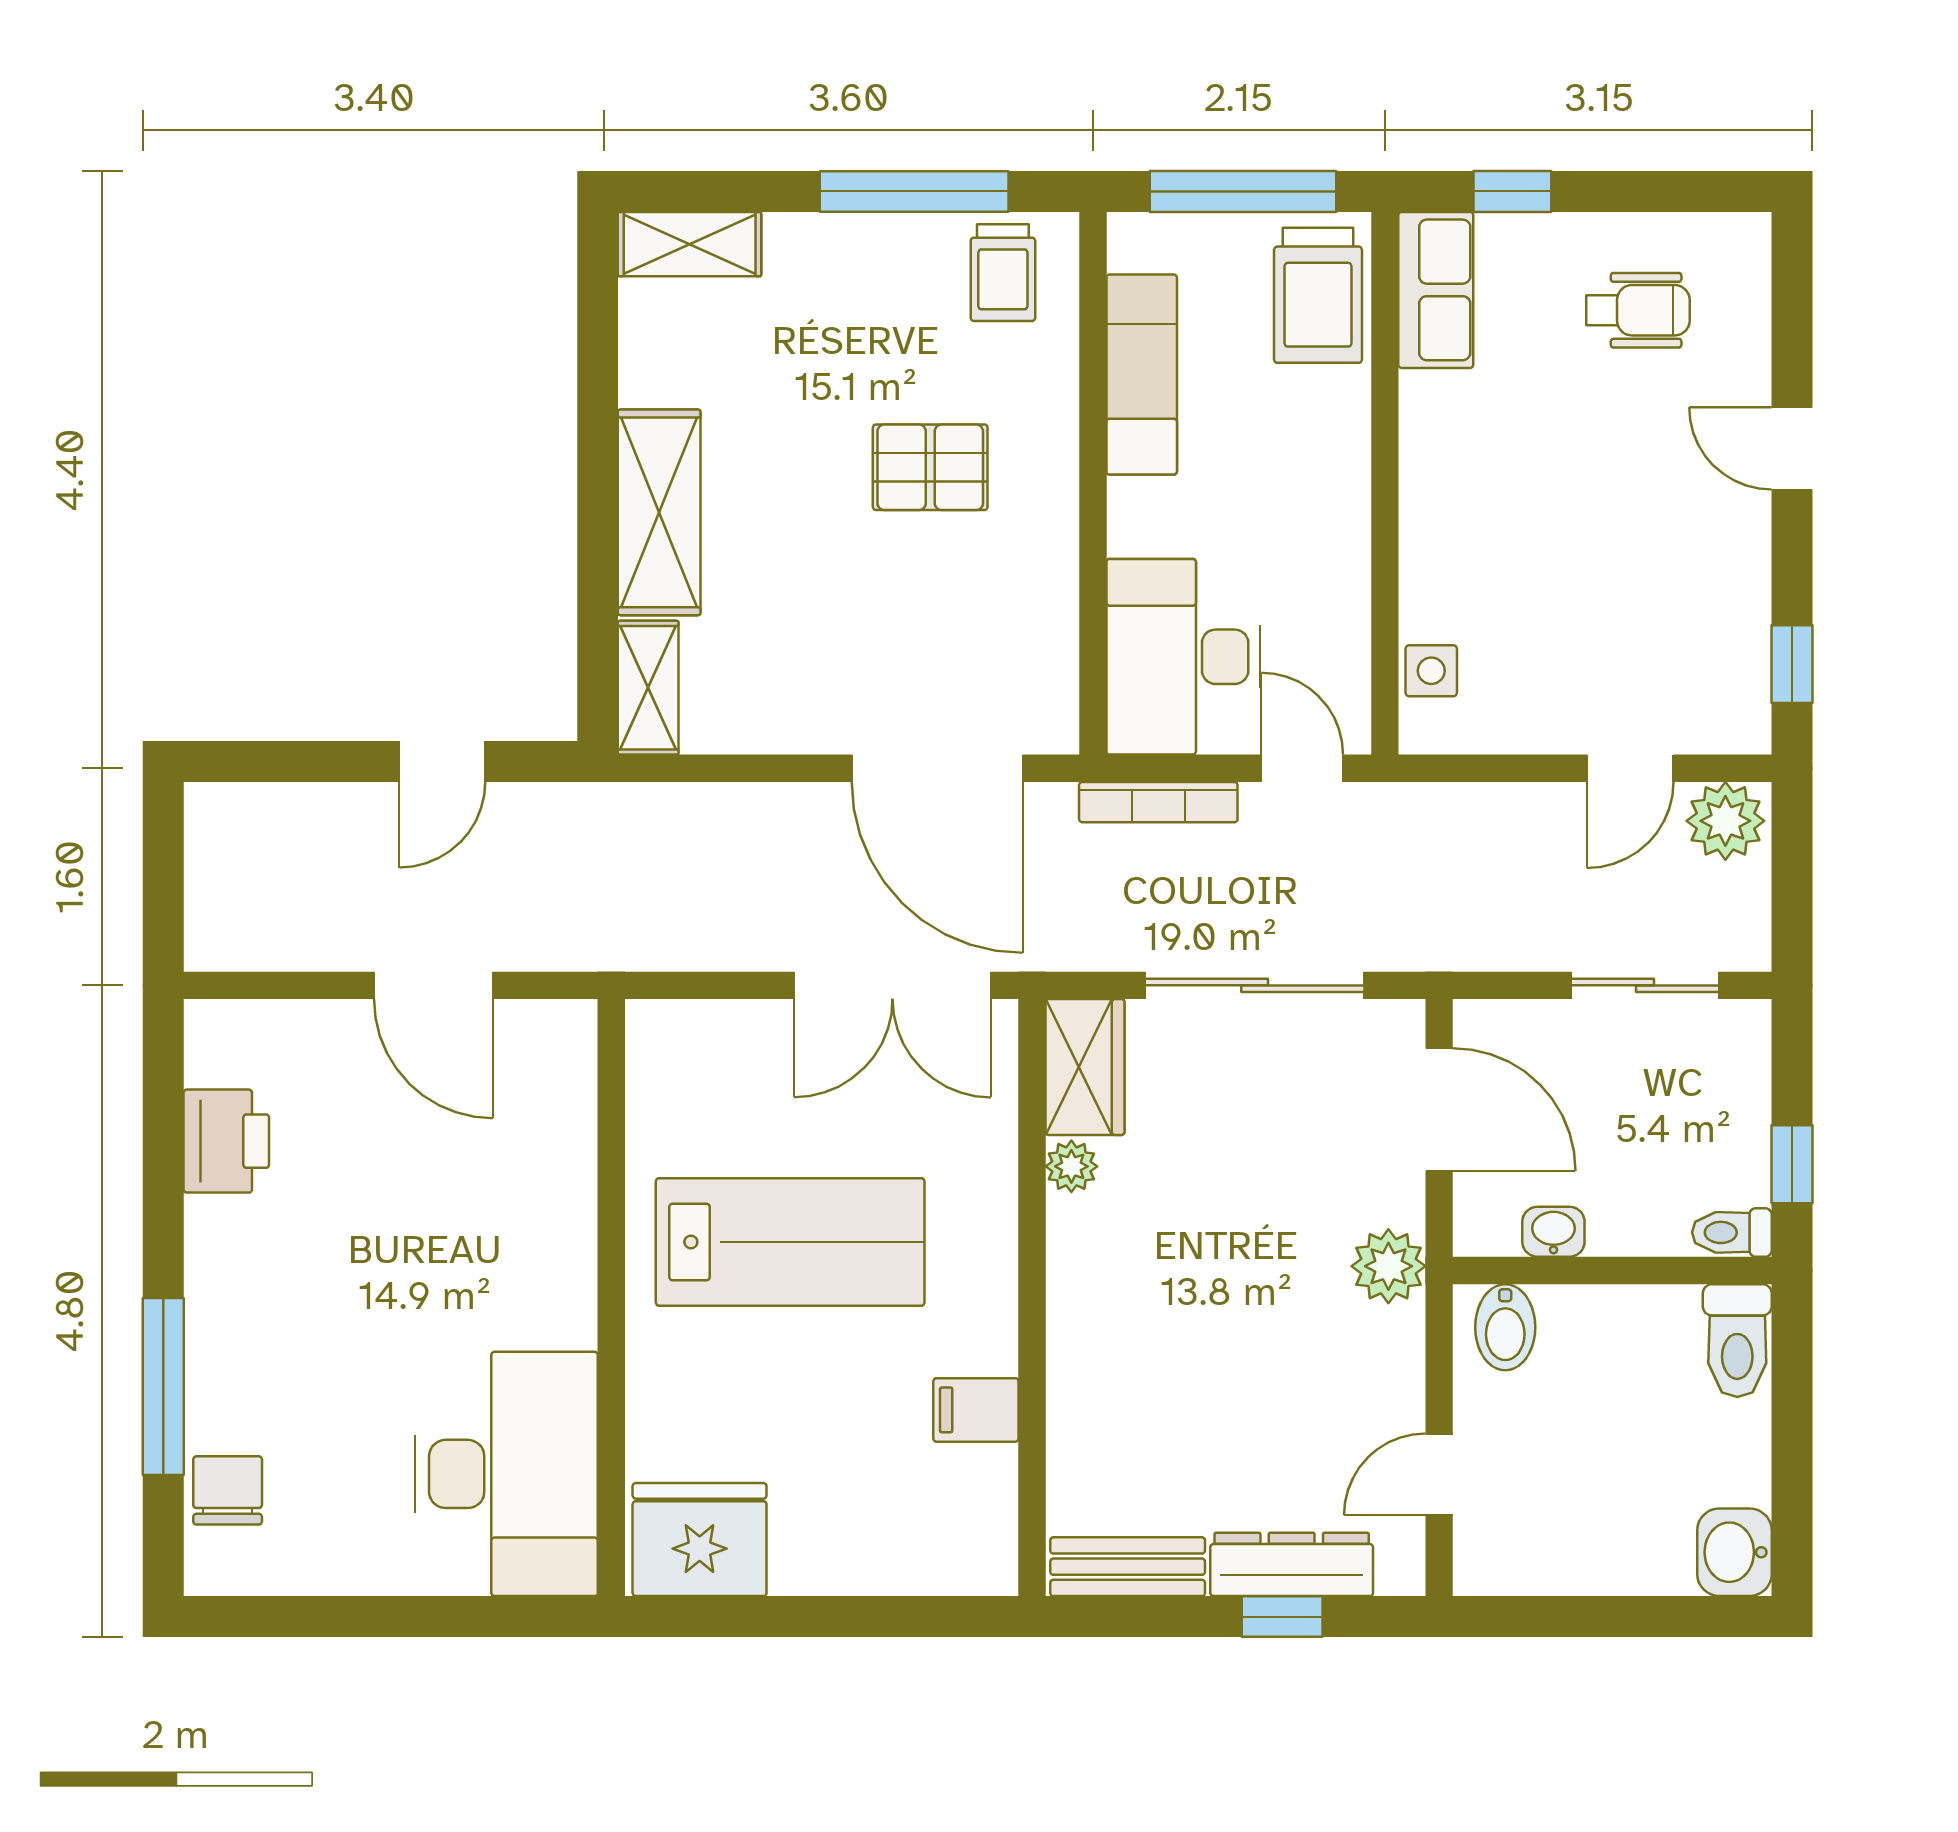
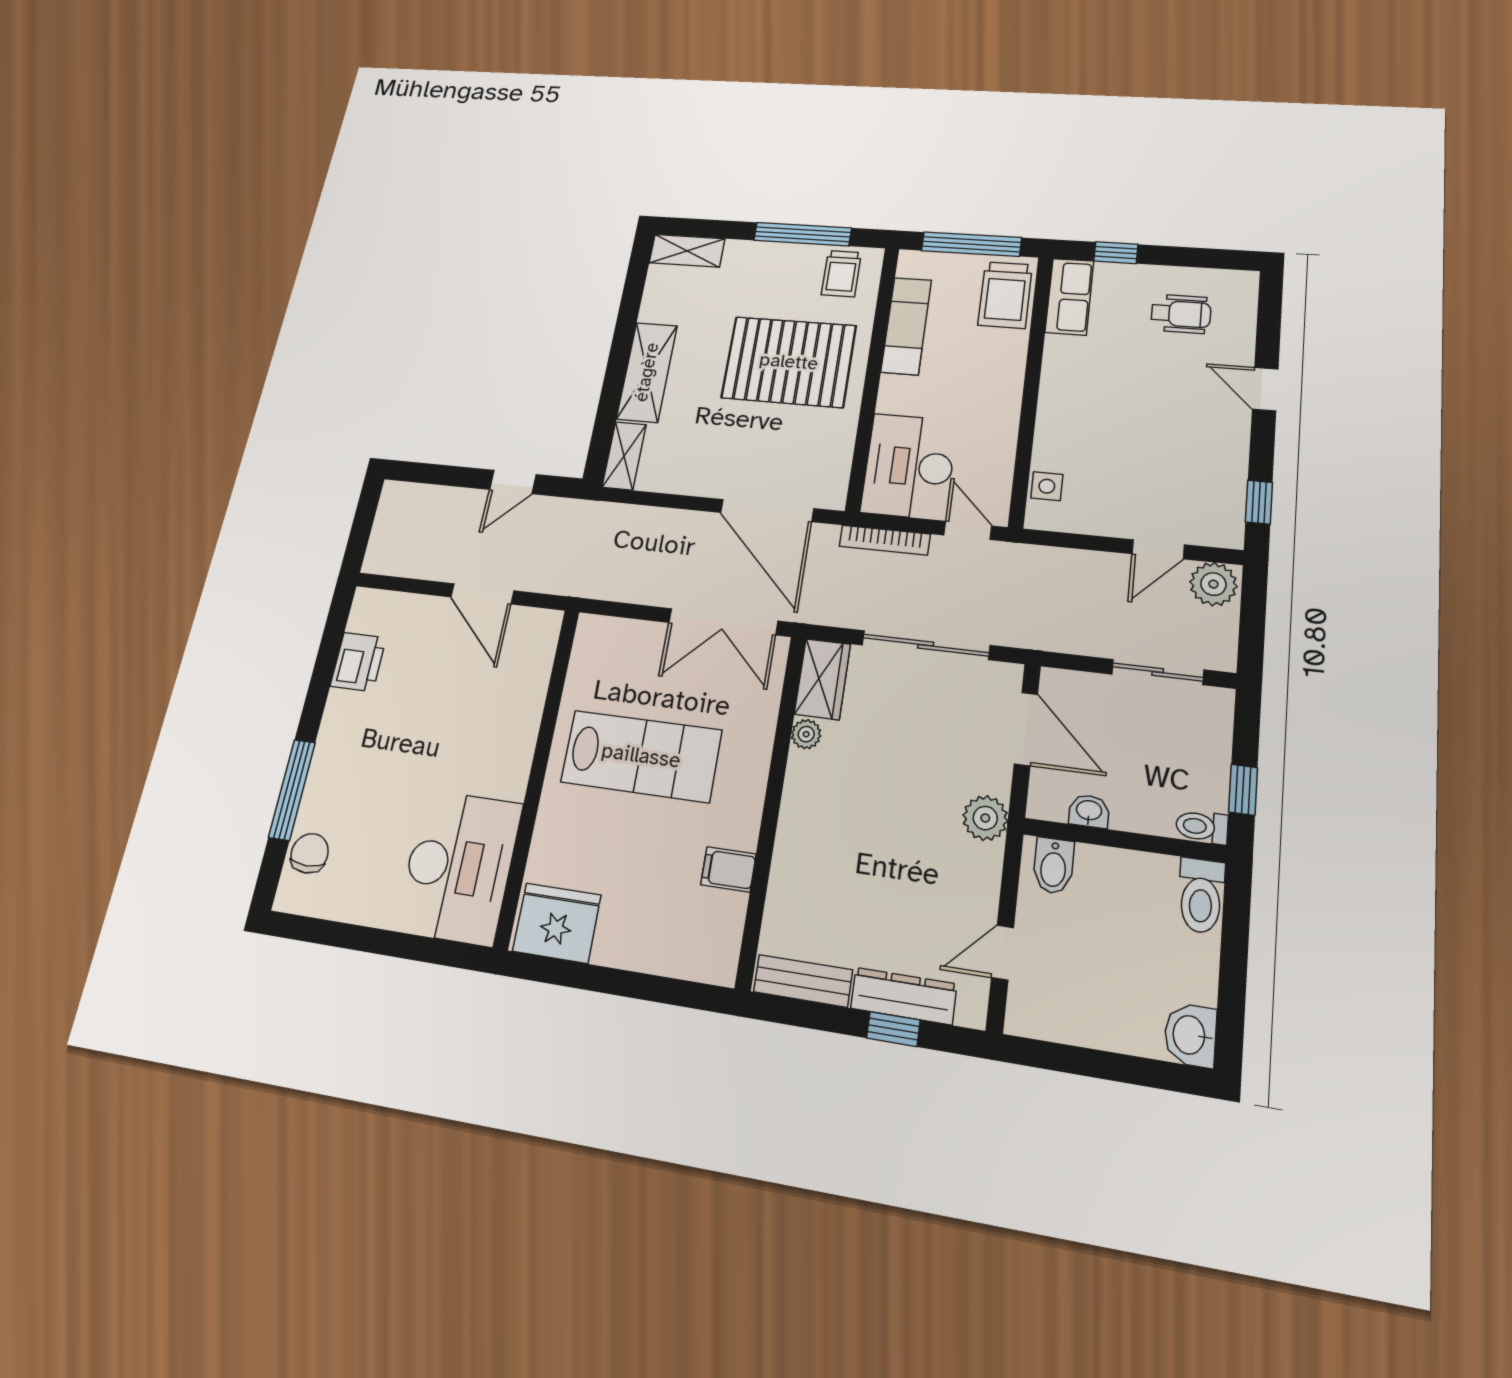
pallet: (930, 467) -> (789, 362), width x2.05, depth x2.00

